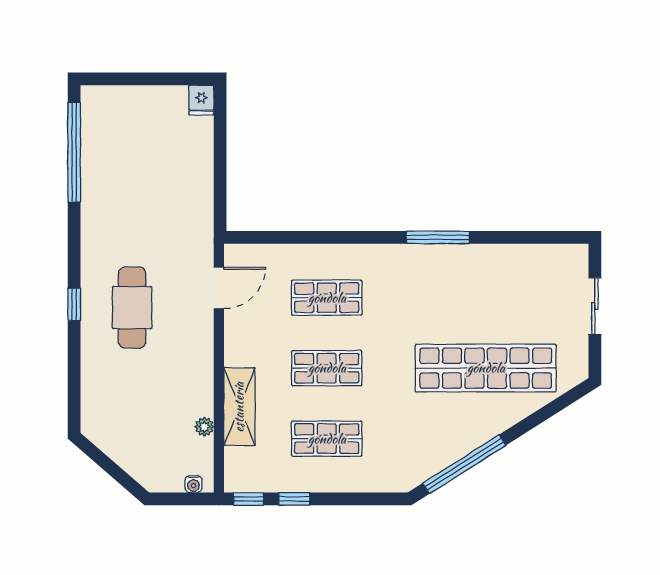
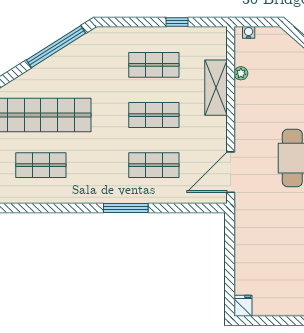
window: (438, 237) -> (126, 208), moved
door: (219, 288) -> (231, 172), width x1.36
shop shelf: (486, 298) -> (41, 165), added
window: (248, 499) -> (210, 22), removed

